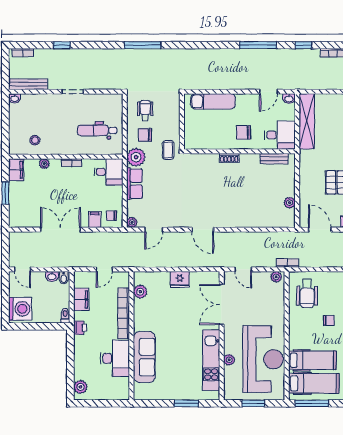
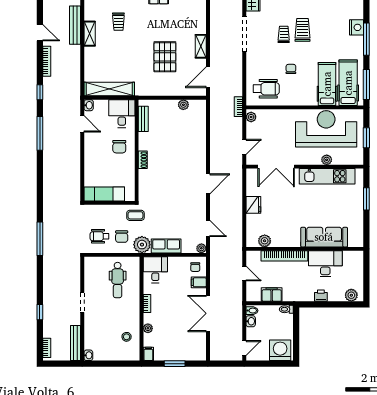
exam couch: (213, 101) -> (104, 194), moved, turned -90
filing cabinet: (16, 170) -> (148, 354), width x0.50
printer: (80, 328) -> (321, 296), moved

